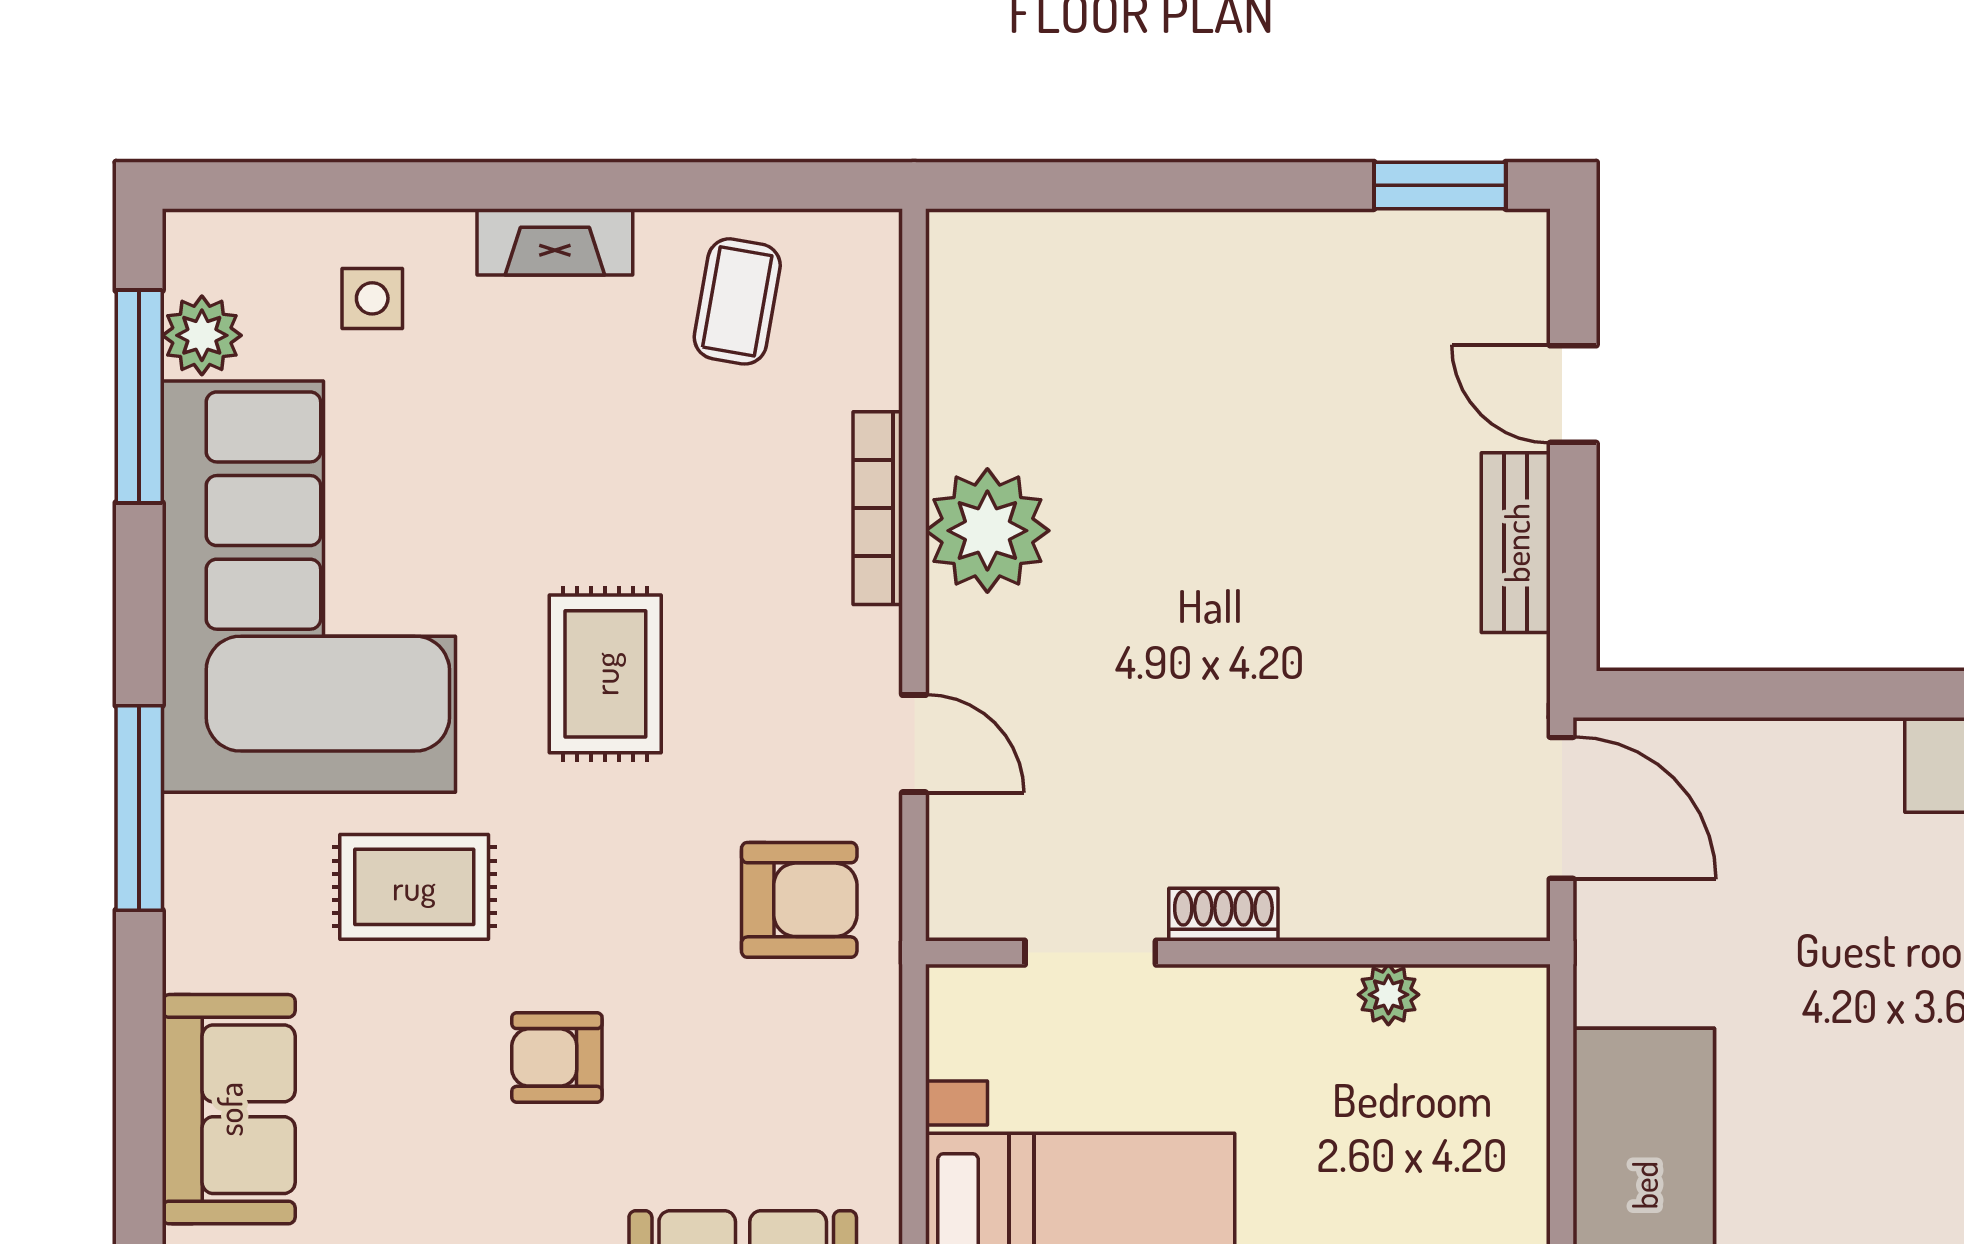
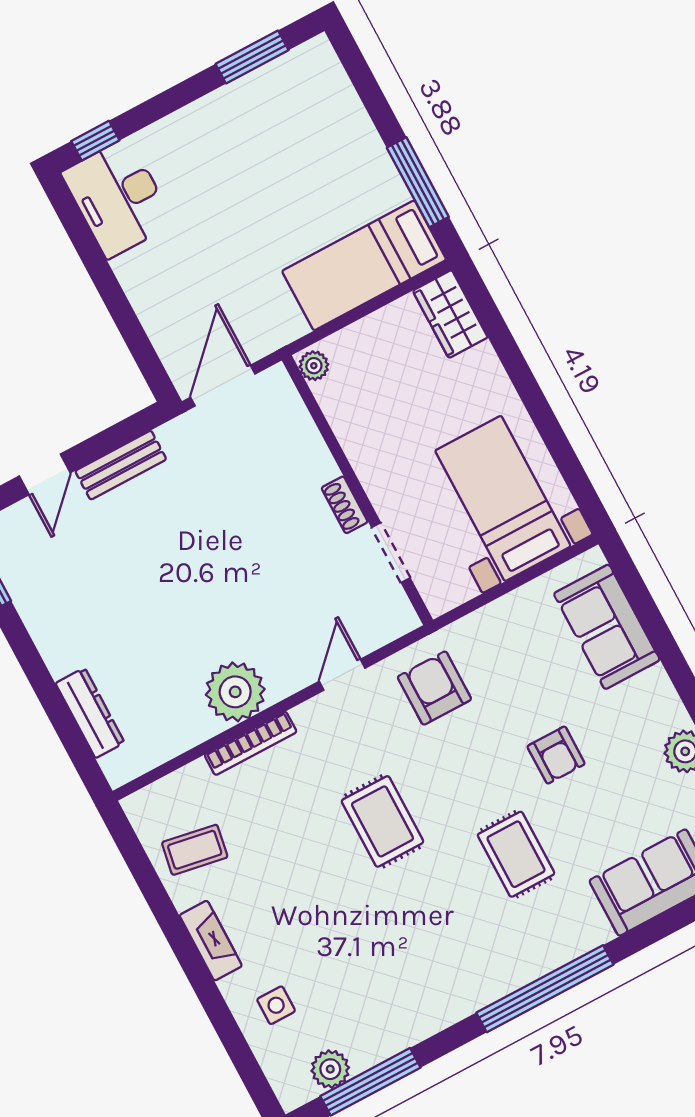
dresser: (1091, 243) -> (90, 713), added
corner sofa: (309, 587) -> (413, 967), removed
rug: (605, 674) -> (382, 821), turned 90
window: (139, 808) -> (545, 989), width x1.46
plant: (1388, 995) -> (314, 366), moved

